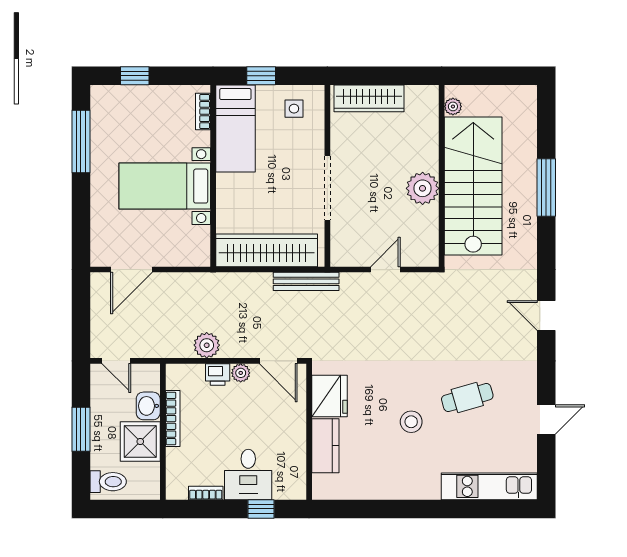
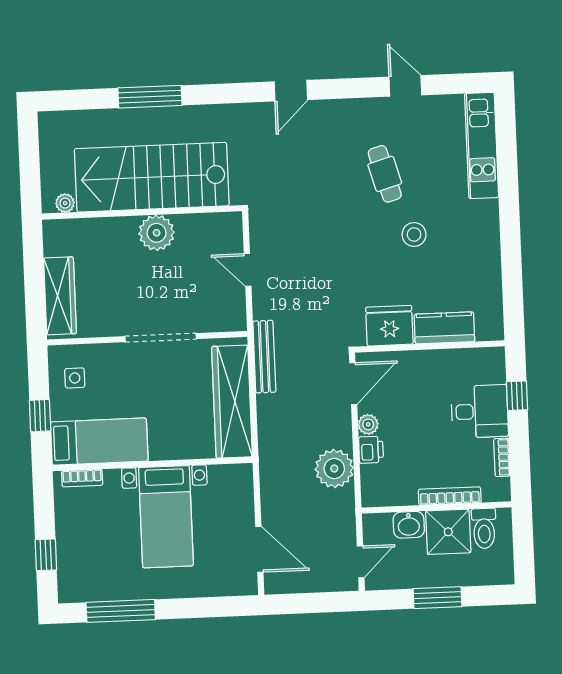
plant: (207, 345) -> (334, 469), width x1.36, depth x1.36
bookcase: (173, 419) -> (450, 496), moved
toilet: (108, 482) -> (484, 528), moved, turned 180

